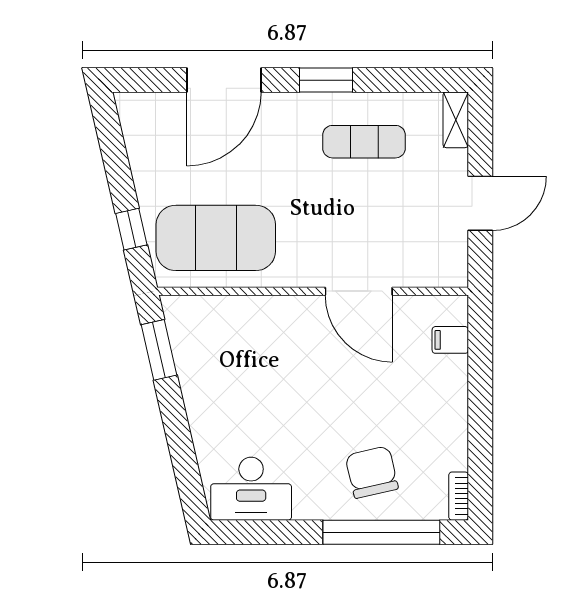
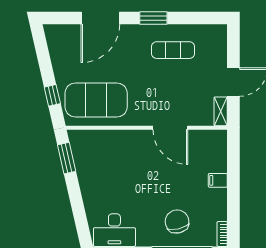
shelving: (456, 120) -> (221, 111), moved
filing cabinet: (450, 340) -> (218, 180), moved

